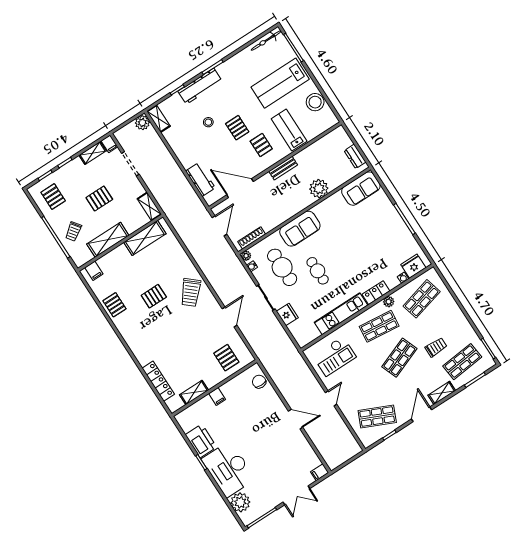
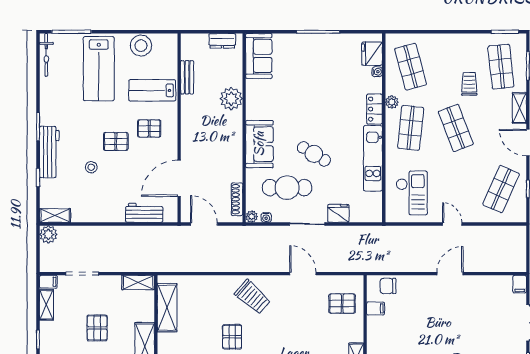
bench: (283, 168) -> (187, 77), moved
cafe table: (318, 271) -> (314, 154), turned 31
filing cabinet: (217, 397) -> (376, 308), moved

